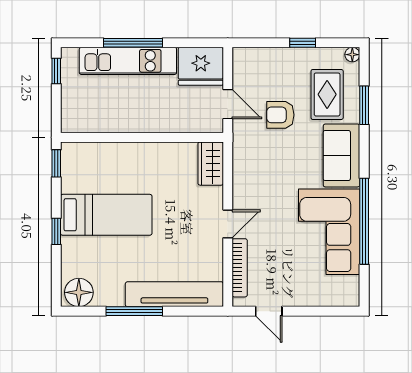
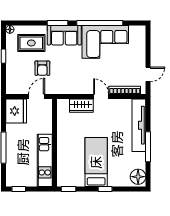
kitchen unit: (128, 61) -> (45, 160), moved, turned 180
window: (364, 105) -> (57, 23), moved
wardrobe: (211, 164) -> (81, 106), moved

